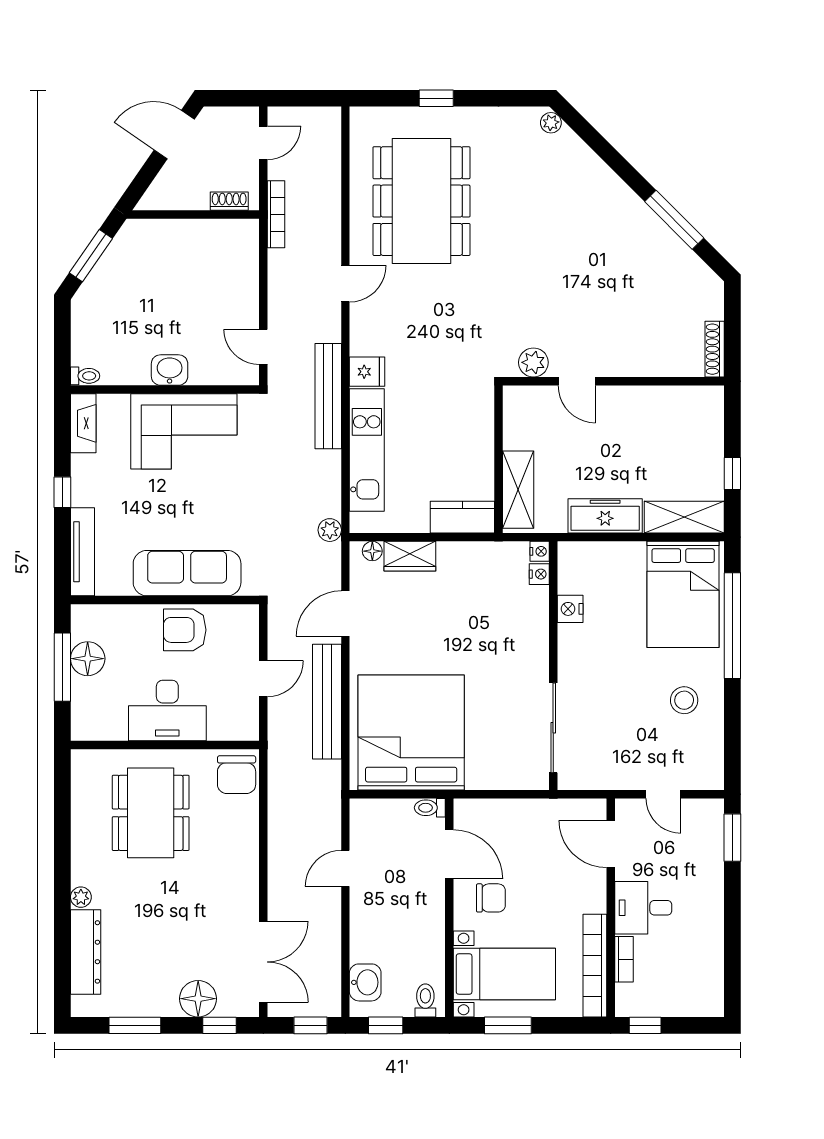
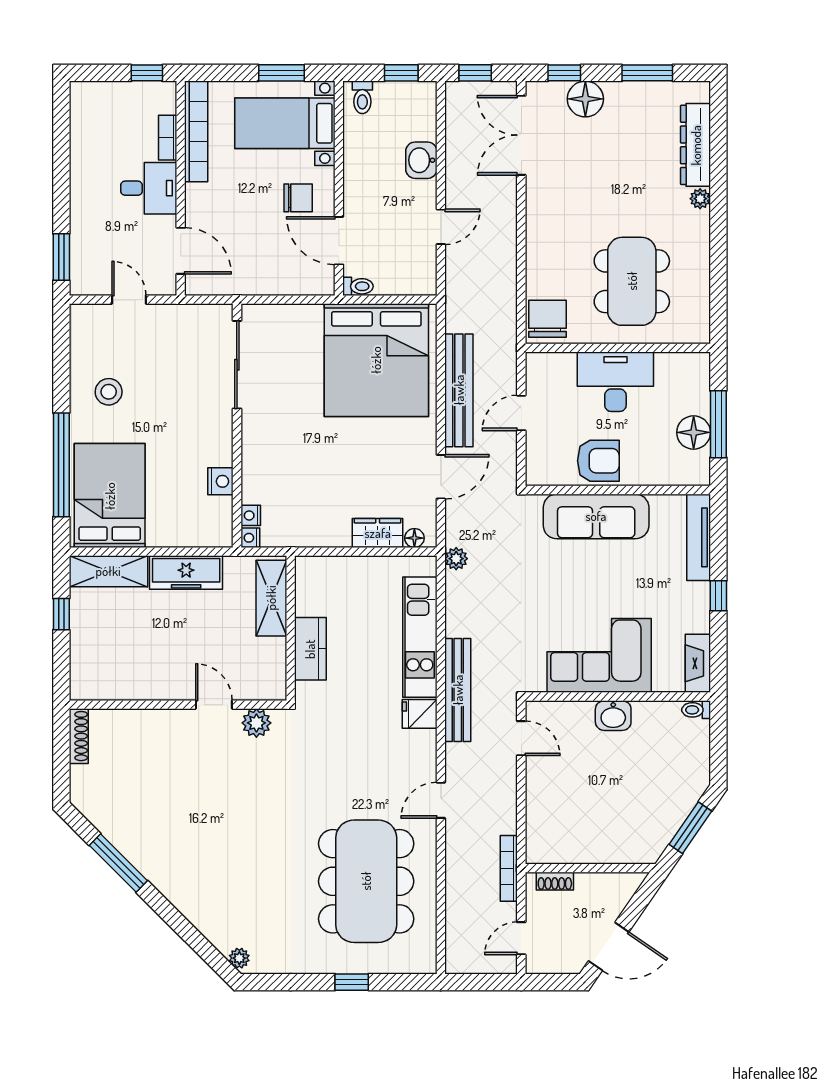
kitchen counter: (462, 517) -> (310, 649), moved, turned -90
chair: (491, 898) -> (298, 198), turned 180
washbasin: (365, 982) -> (421, 160), moved

